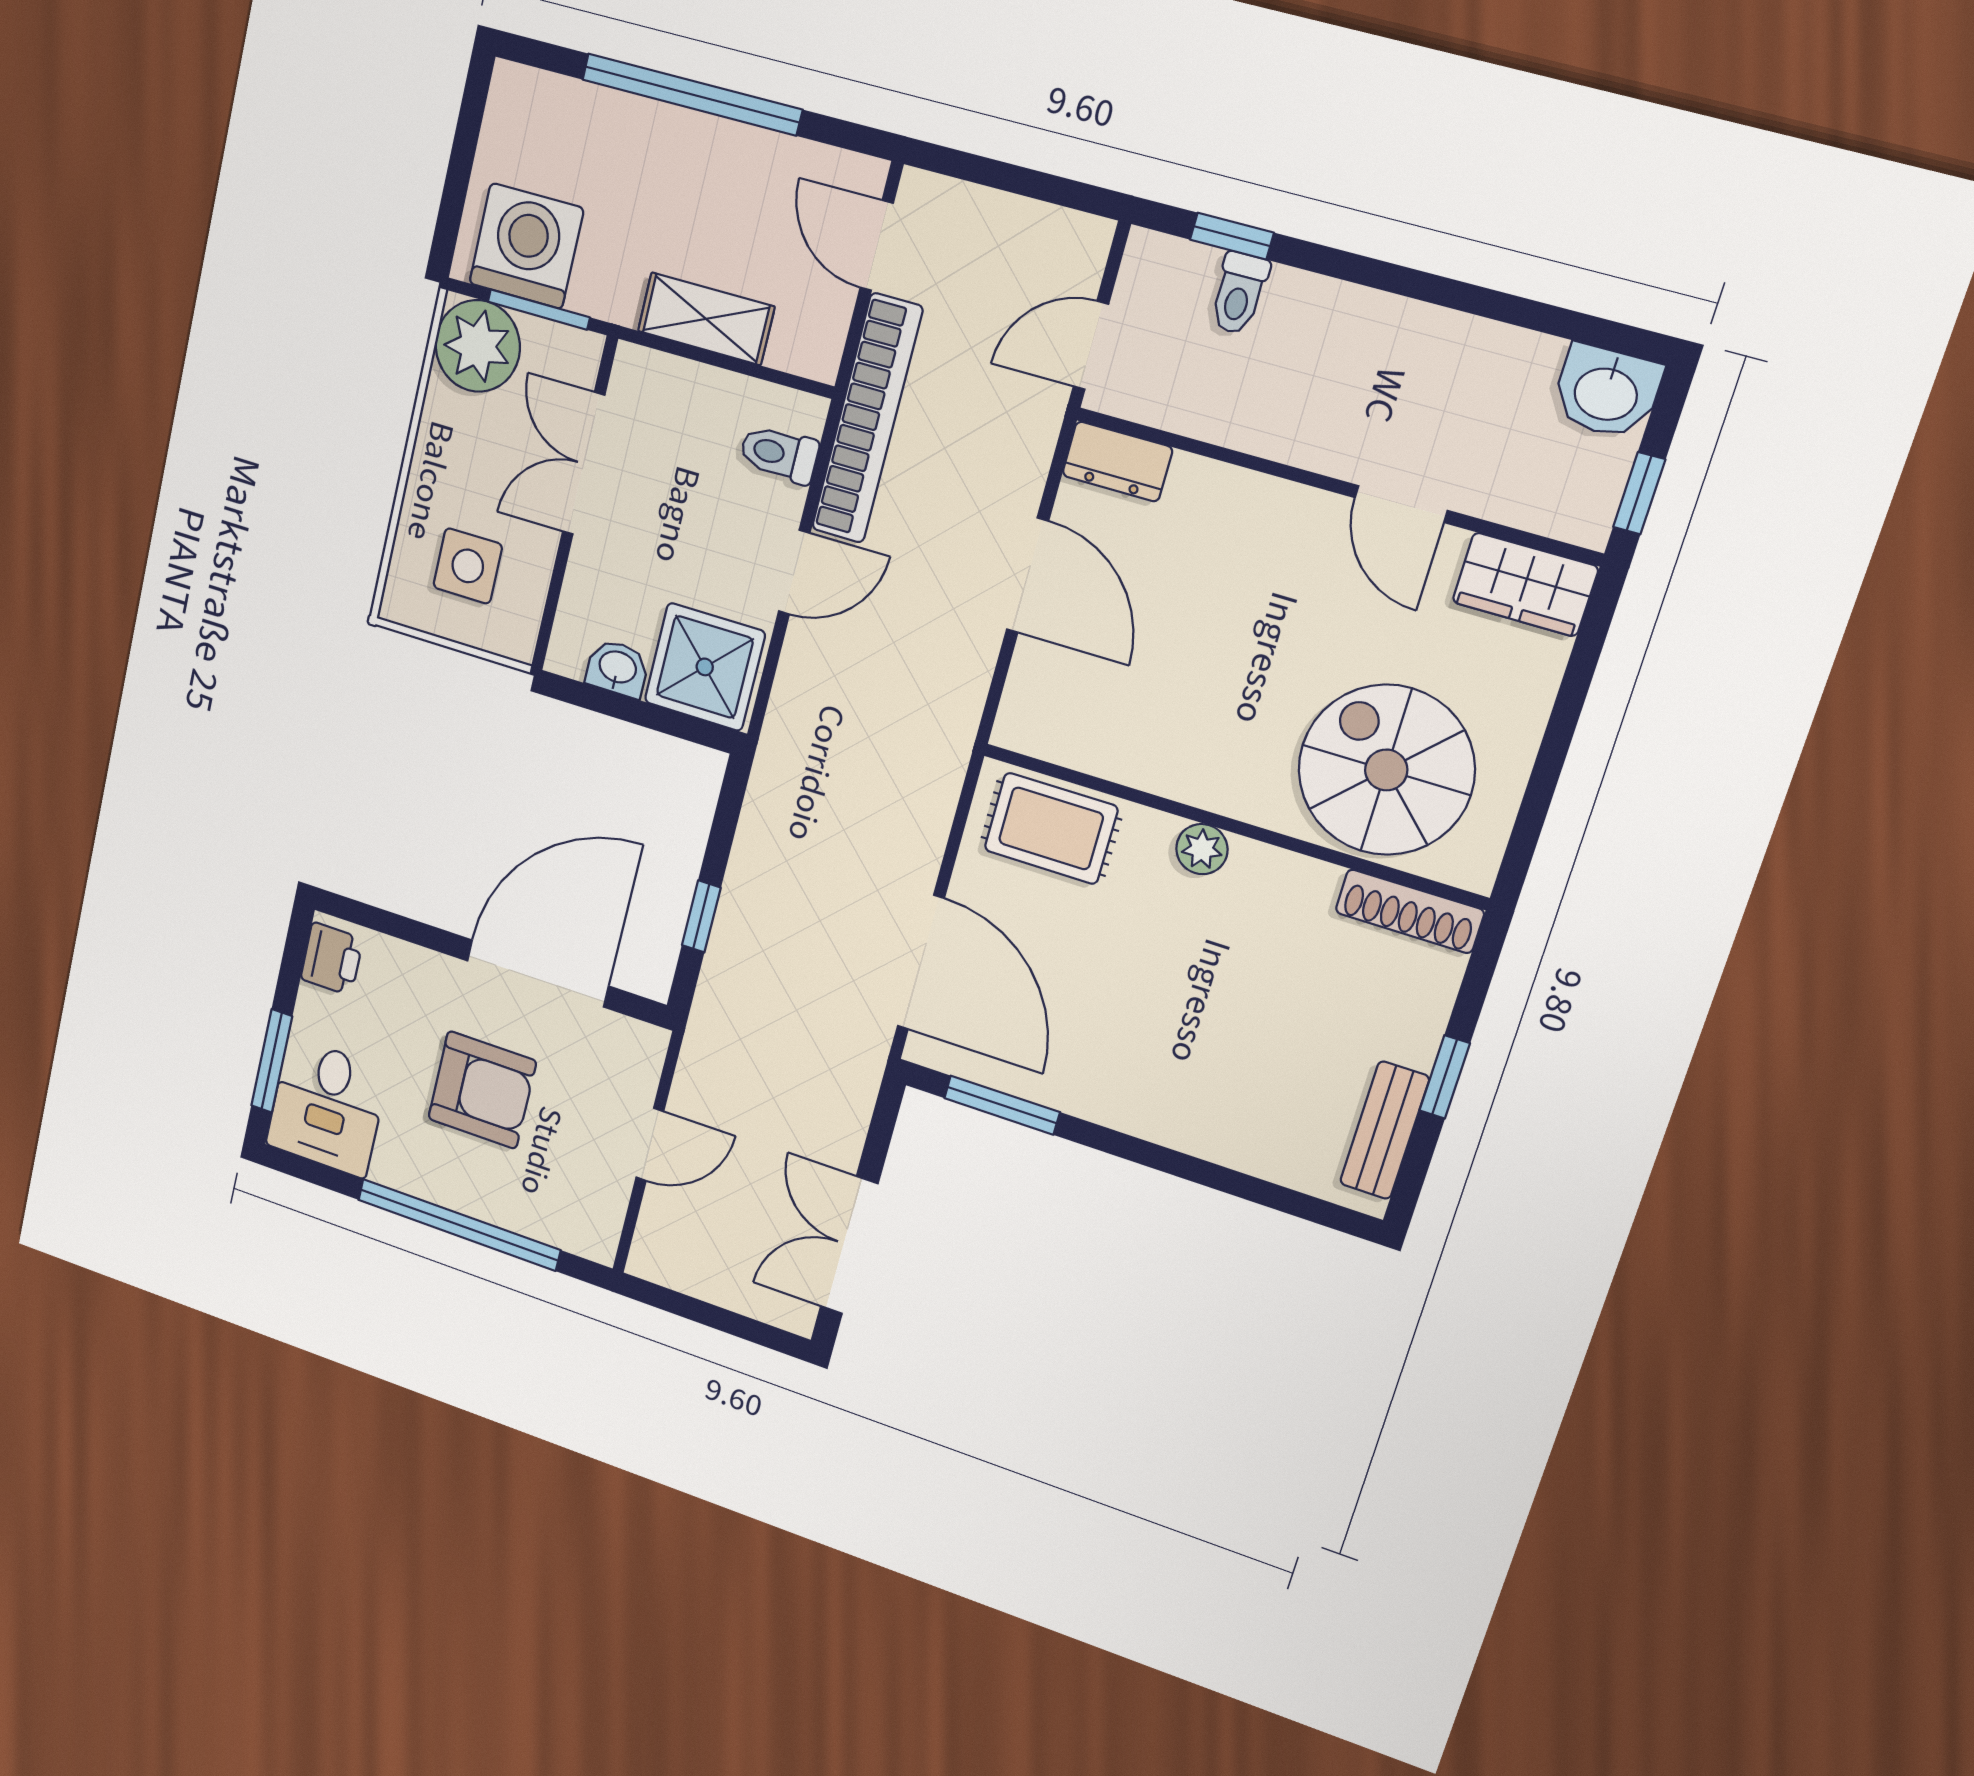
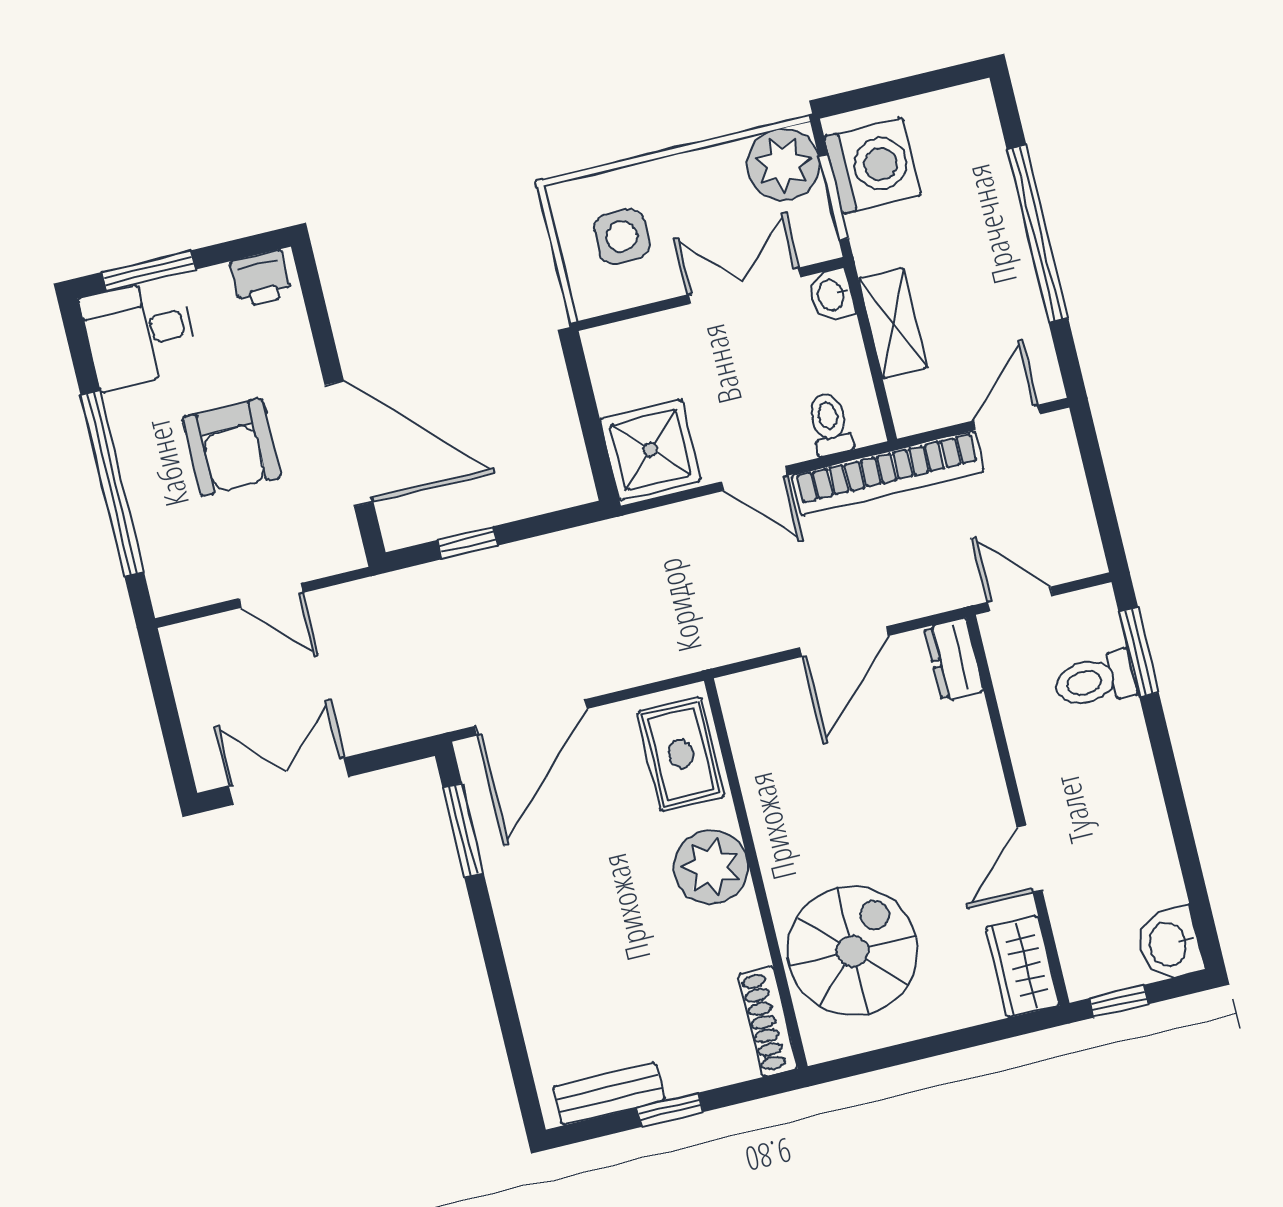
window: (1232, 236) -> (1139, 652), width x1.50
toilet: (1239, 293) -> (1095, 680), width x1.37, depth x1.39
washbasin: (617, 668) -> (832, 295), moved, turned 180
plant: (1202, 849) -> (711, 867), width x1.88, depth x1.88

